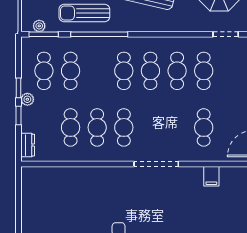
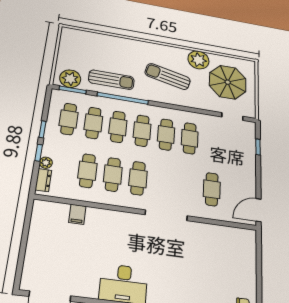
sun lounger: (84, 13) -> (111, 80), turned 180
plant: (39, 26) -> (70, 79), width x1.88, depth x1.88
cafe table: (204, 71) -> (118, 127), moved
plant: (27, 99) -> (46, 163), moved
filing cabinet: (211, 176) -> (77, 214), moved

